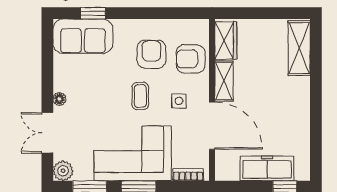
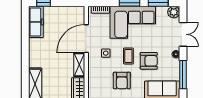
armchair: (191, 59) -> (149, 61), moved
window: (47, 64) -> (183, 75), added
door: (212, 126) -> (86, 39), hinge flipped
freezer: (267, 168) -> (36, 22), moved, turned -90

